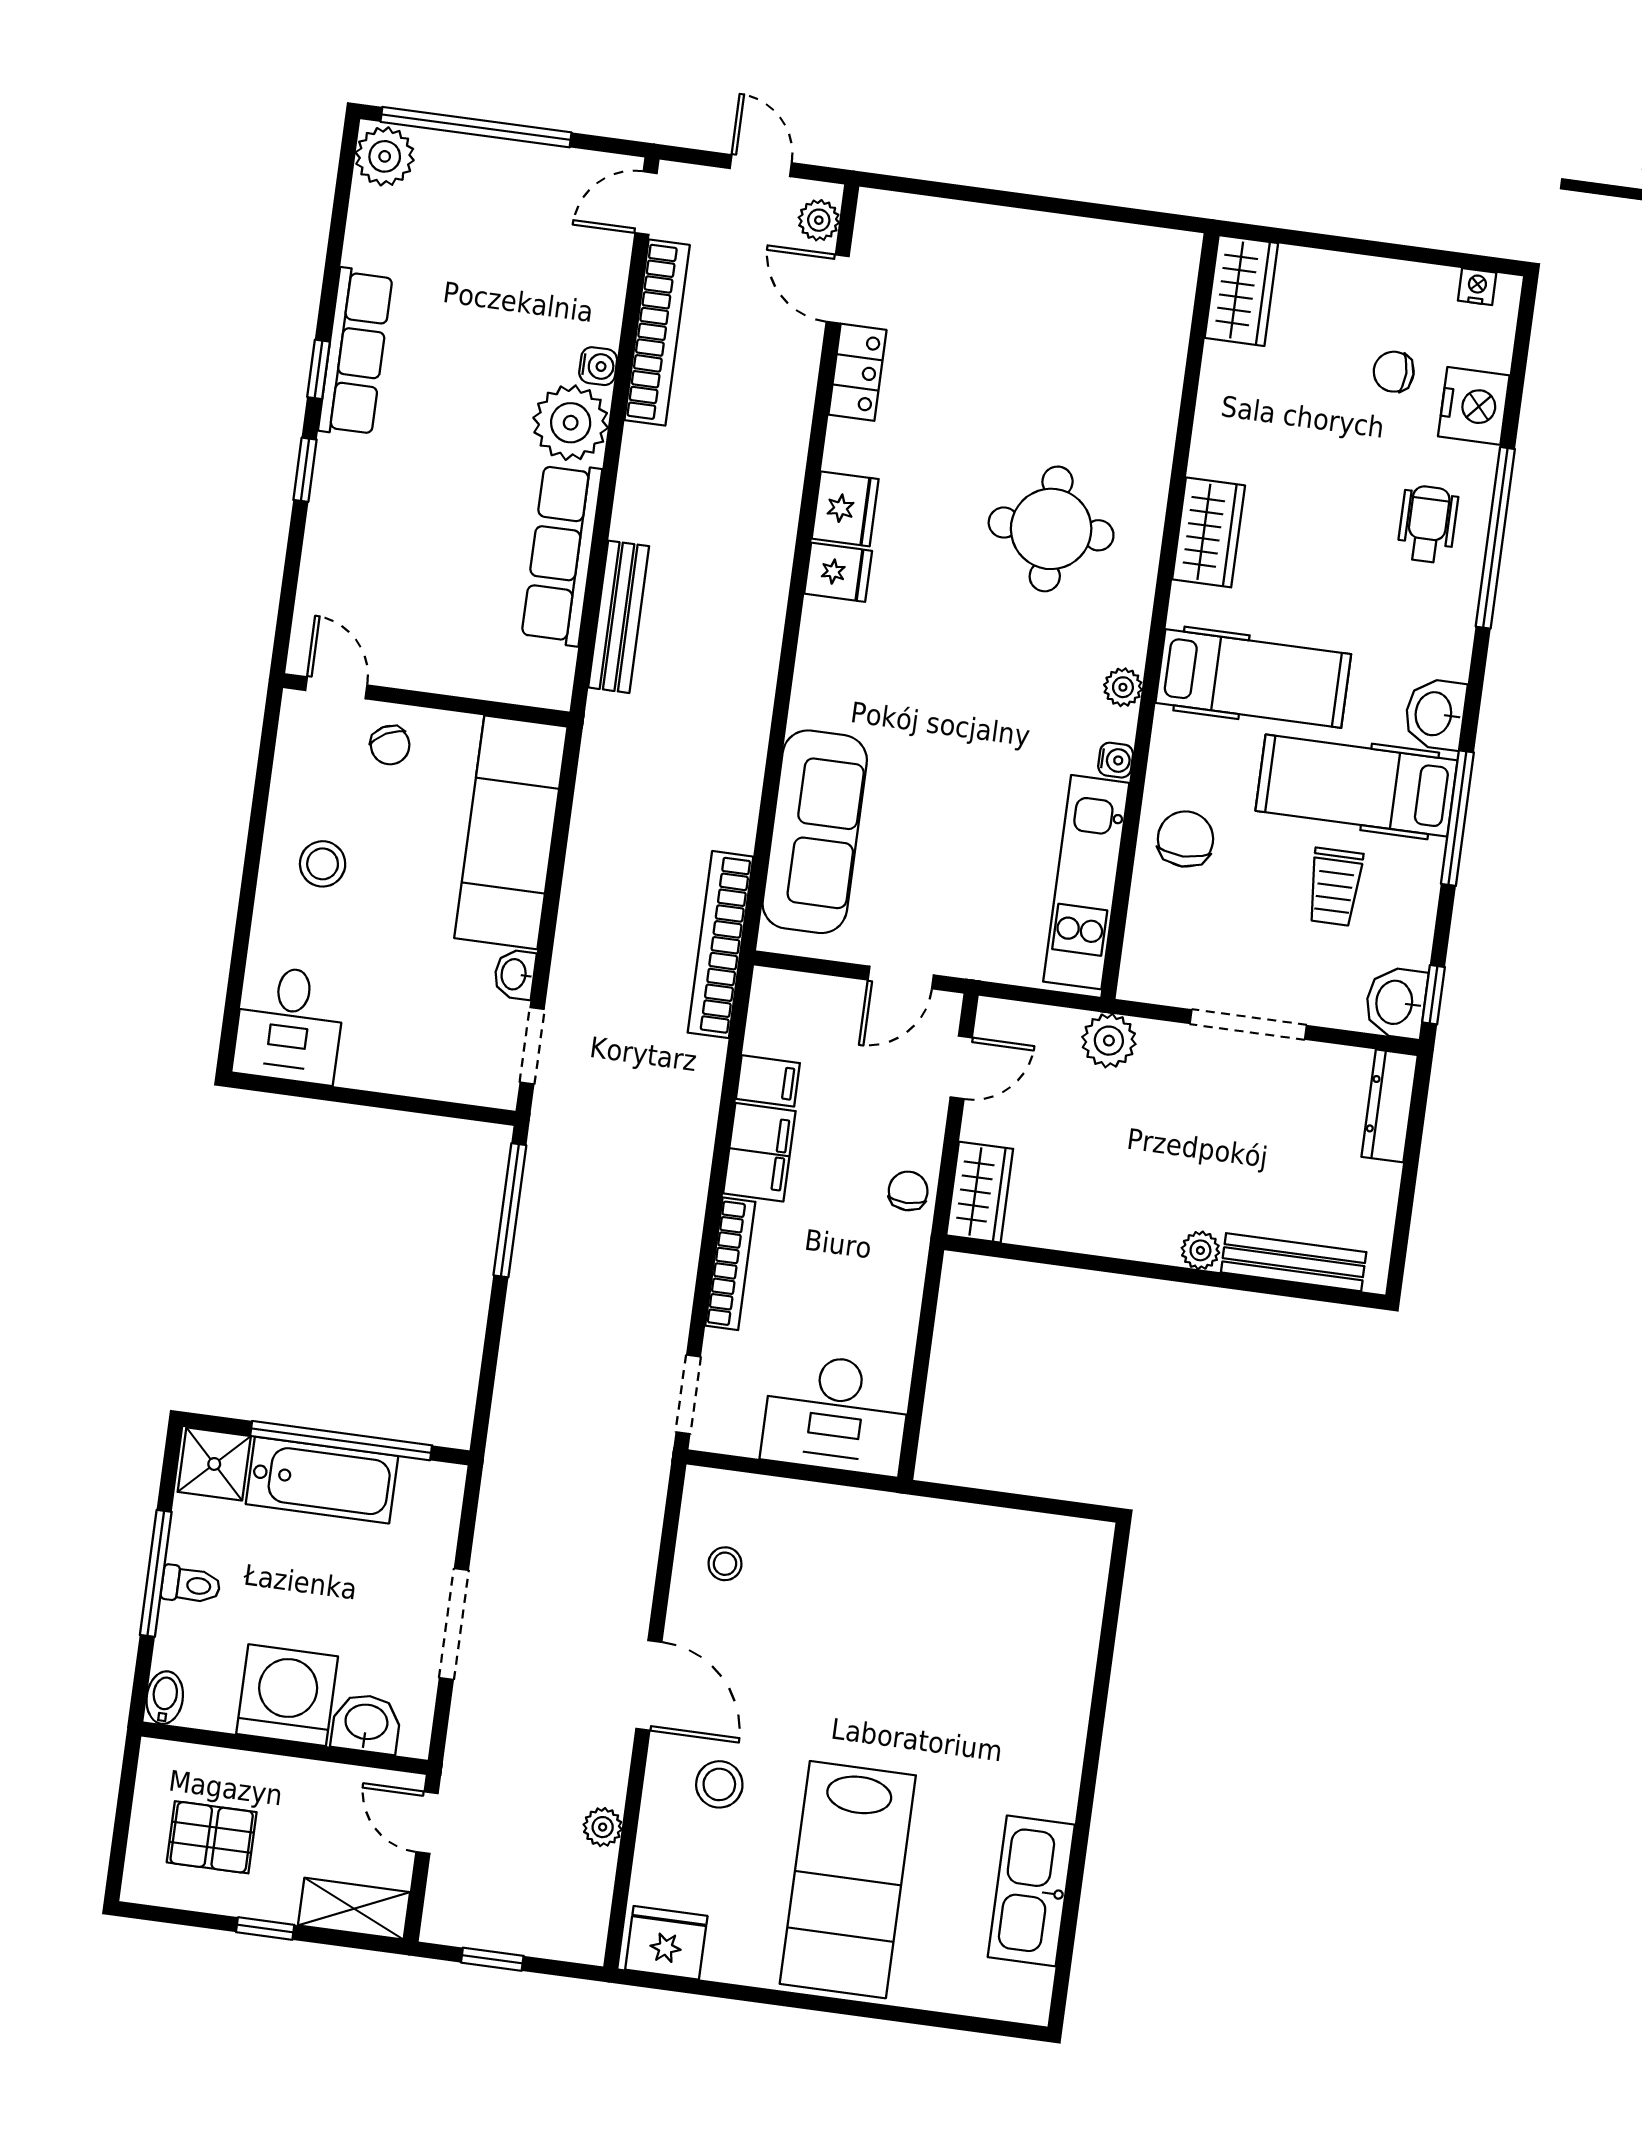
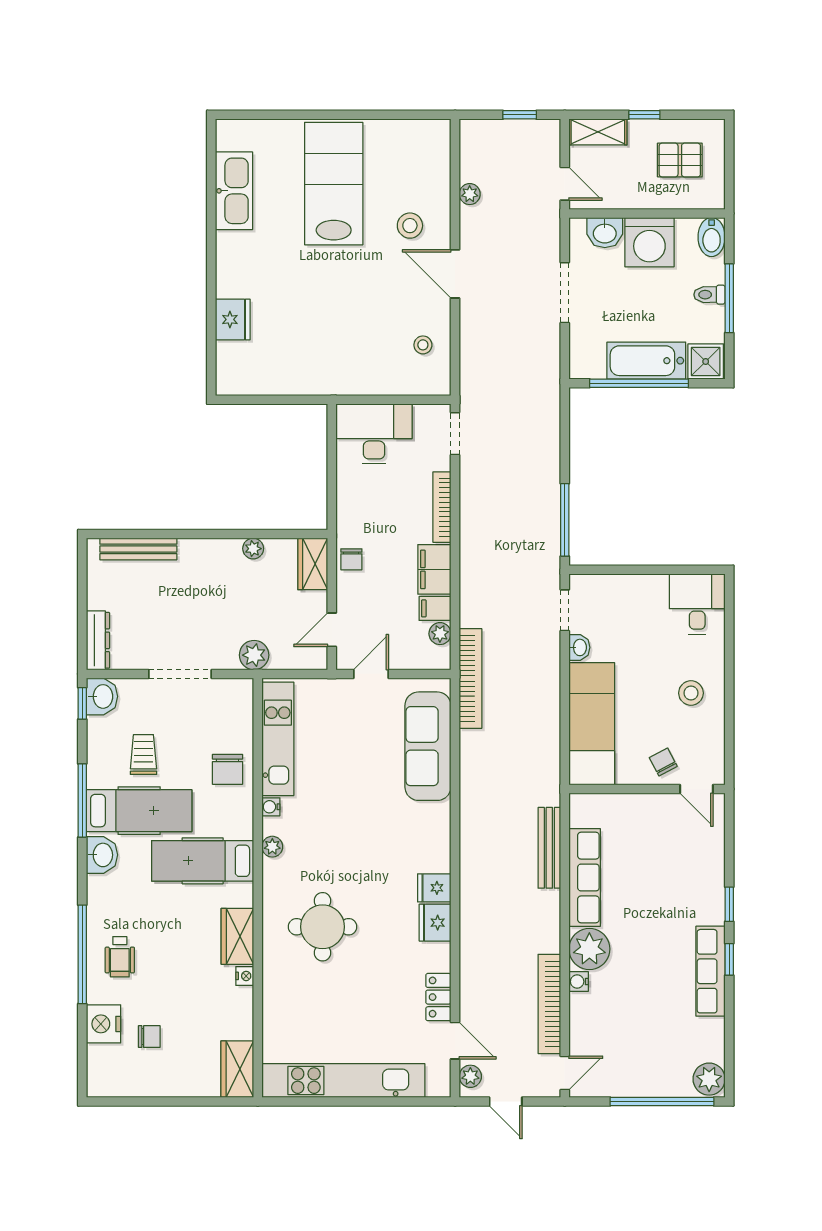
kitchen unit: (1051, 244) -> (343, 1081), added
nightstand: (1477, 287) -> (245, 976), moved, turned -90
plant: (765, 1034) -> (440, 634), added
plant: (1200, 1250) -> (253, 549), moved
bidet: (165, 1698) -> (712, 237), width x1.38, depth x1.36
fridge: (666, 1943) -> (233, 319), moved, turned -90

